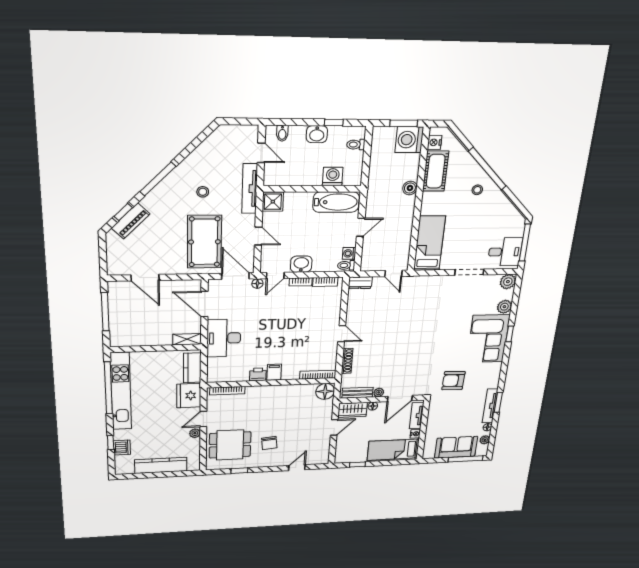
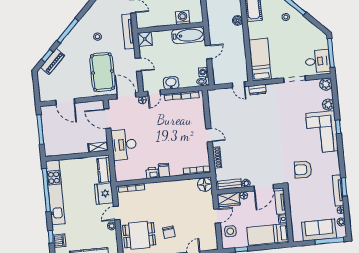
dresser: (360, 283) -> (257, 90), moved
side table: (348, 445) -> (230, 231), added

